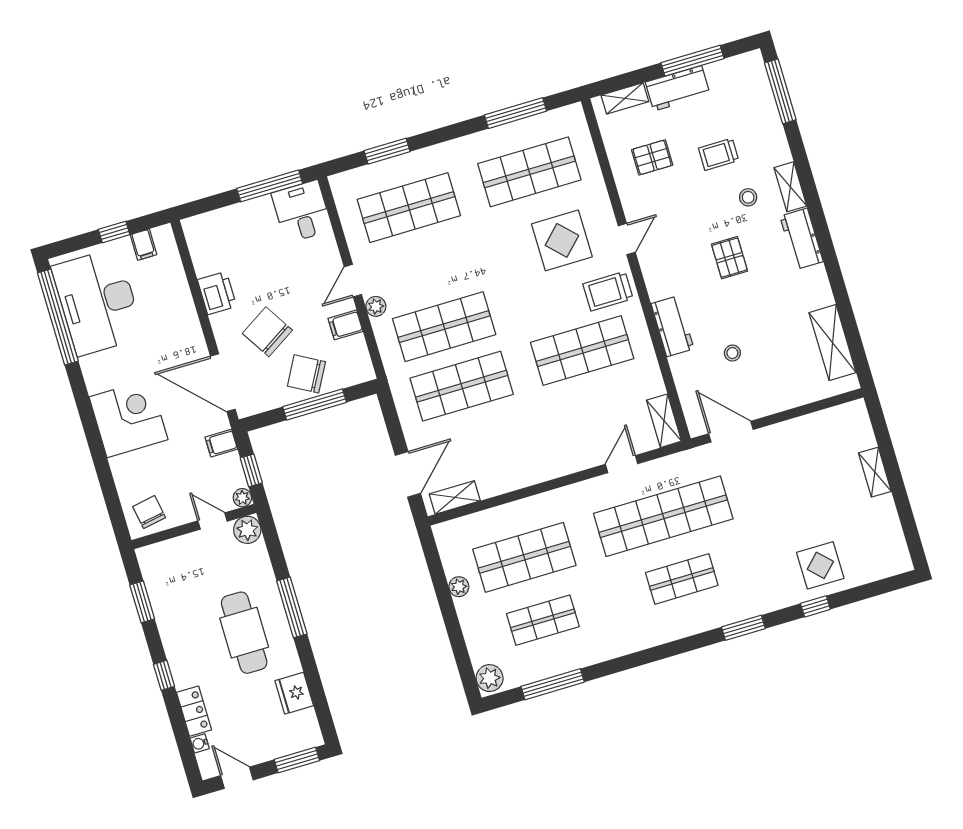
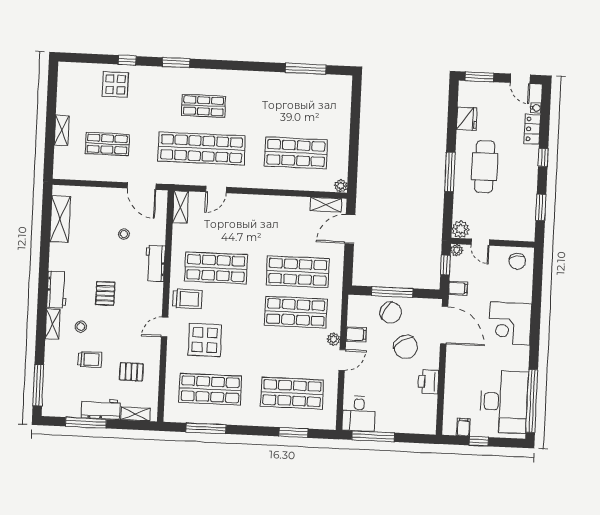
plant: (459, 587) -> (341, 186), moved
shop shelf: (543, 620) -> (107, 144), moved
plant: (490, 678) -> (343, 86), removed

